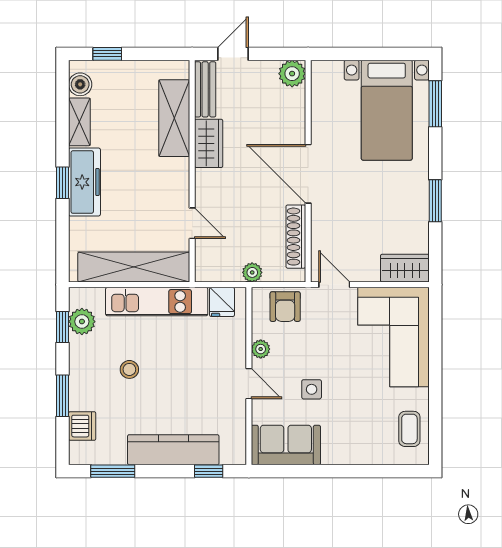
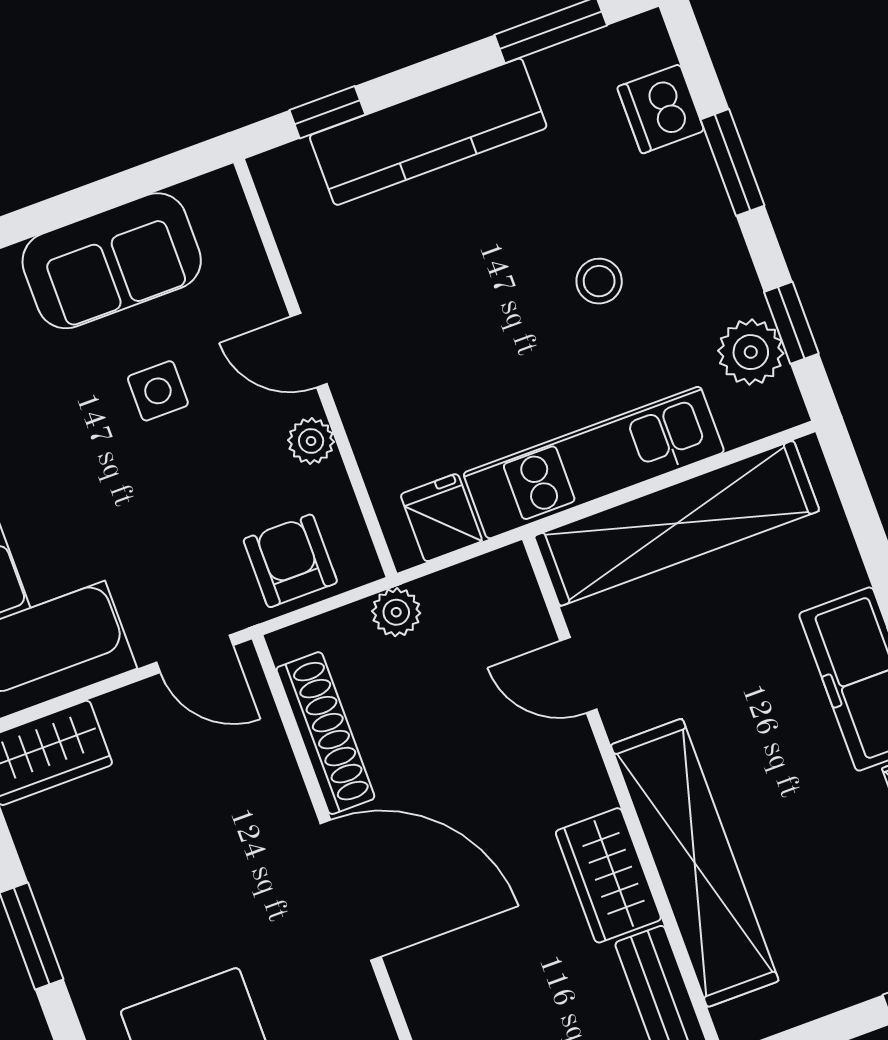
shelving: (174, 118) -> (695, 863), width x1.47
sofa: (286, 445) -> (112, 261), moved

